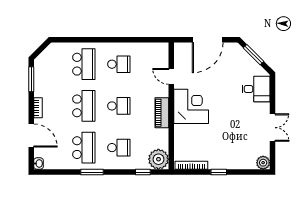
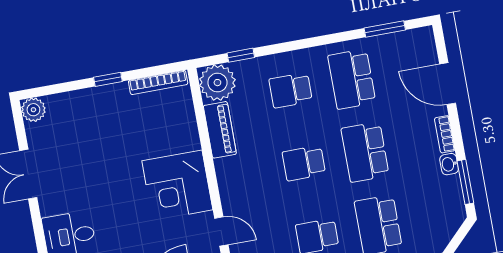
piano: (162, 113) -> (220, 130), moved
washbasin: (39, 163) -> (449, 164), moved
window: (92, 172) -> (385, 29), moved

